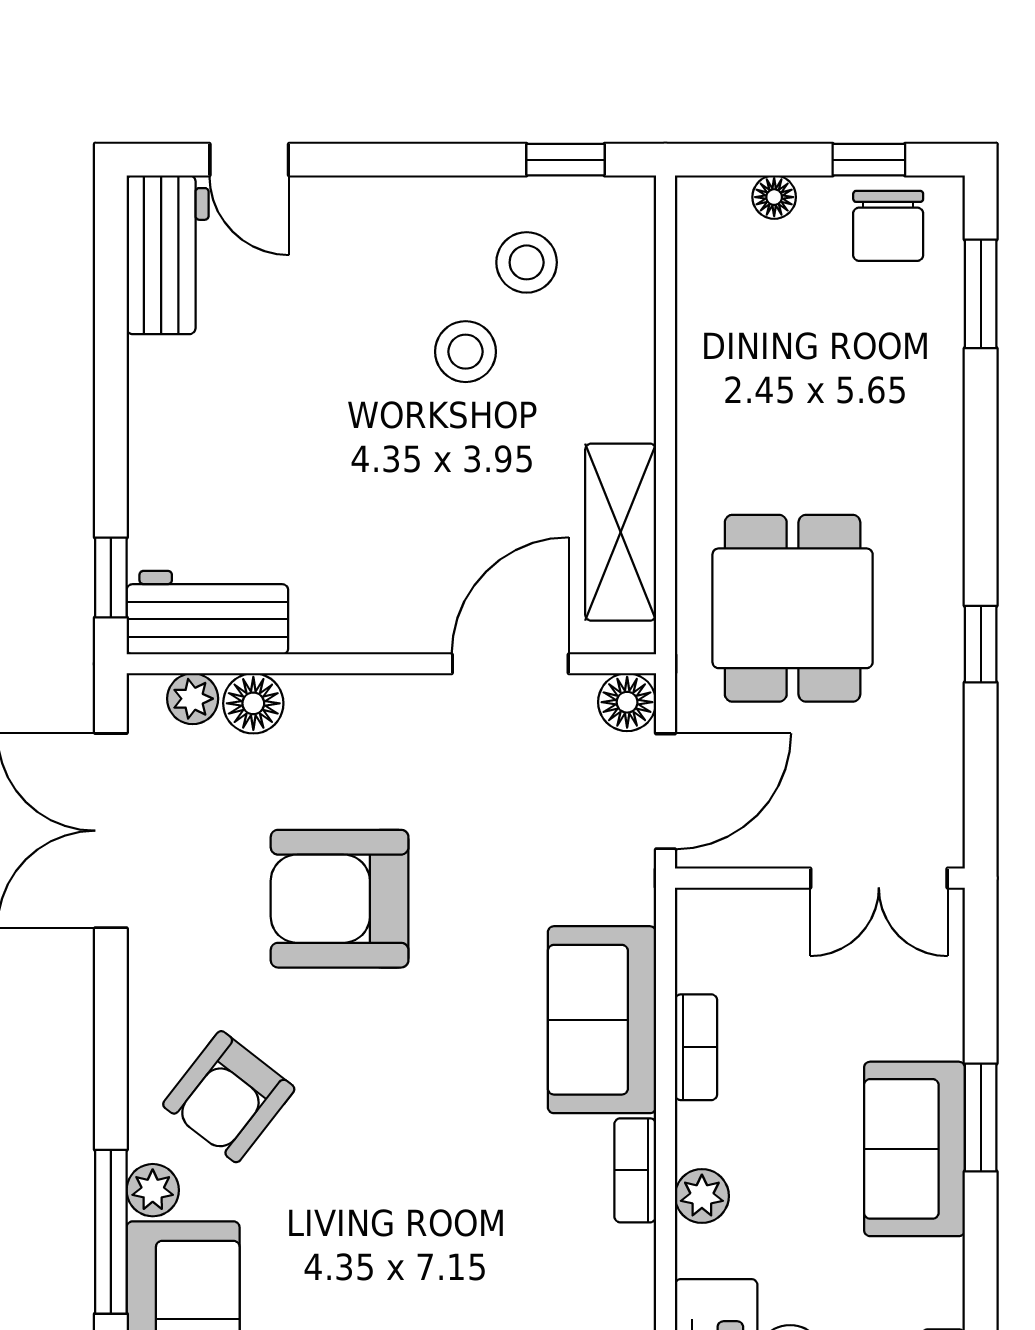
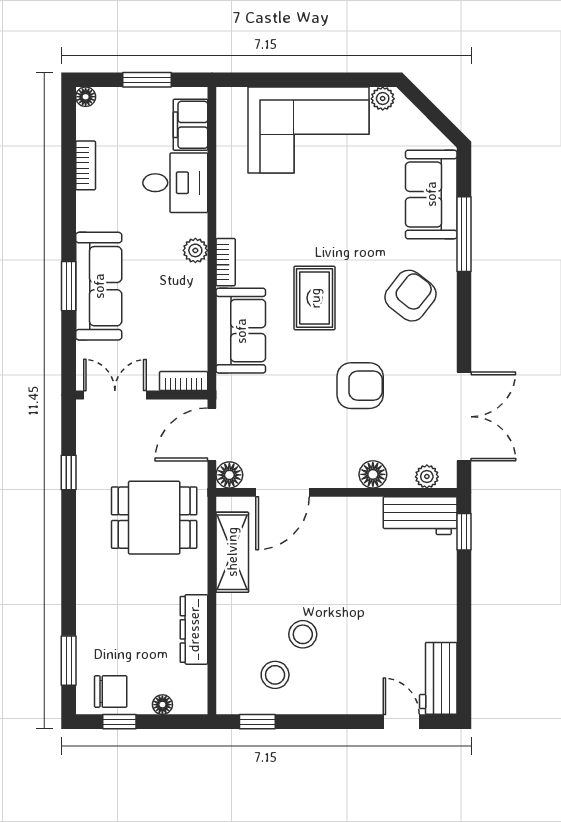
chair: (888, 226) -> (111, 692), turned 90
dresser: (705, 362) -> (194, 629), added
dining table: (793, 608) -> (154, 518), turned 90
window: (981, 644) -> (69, 473), moved
floor lamp: (253, 703) -> (373, 474), moved
armchair: (340, 899) -> (360, 386), width x0.73, depth x0.73
bookcase: (696, 1047) -> (184, 381), moved, turned 90
rug: (440, 1091) -> (315, 298), added
sofa: (914, 1149) -> (99, 286), width x1.36
plant: (153, 1190) -> (445, 253), removed

